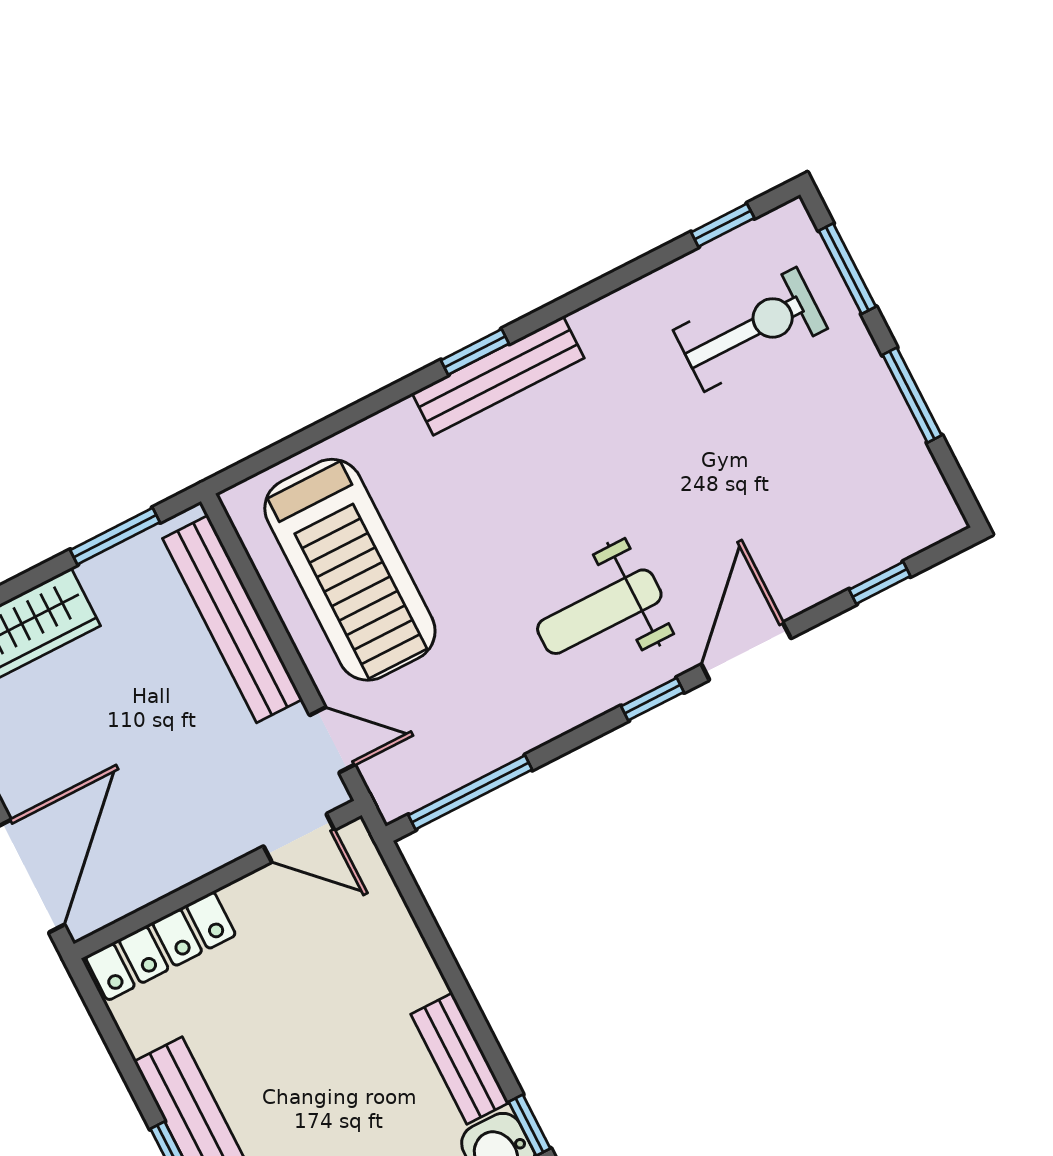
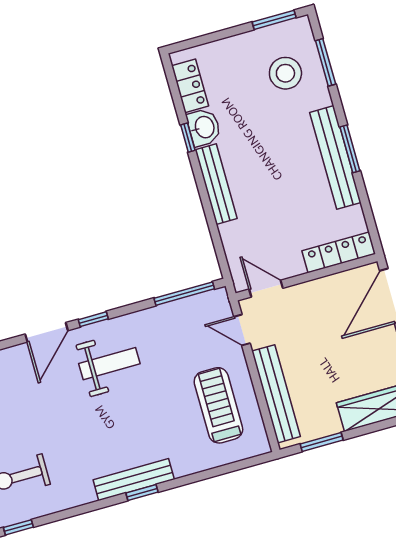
treadmill: (350, 570) -> (218, 405), width x0.73, depth x0.73
bench: (460, 1059) -> (216, 184), width x1.36

